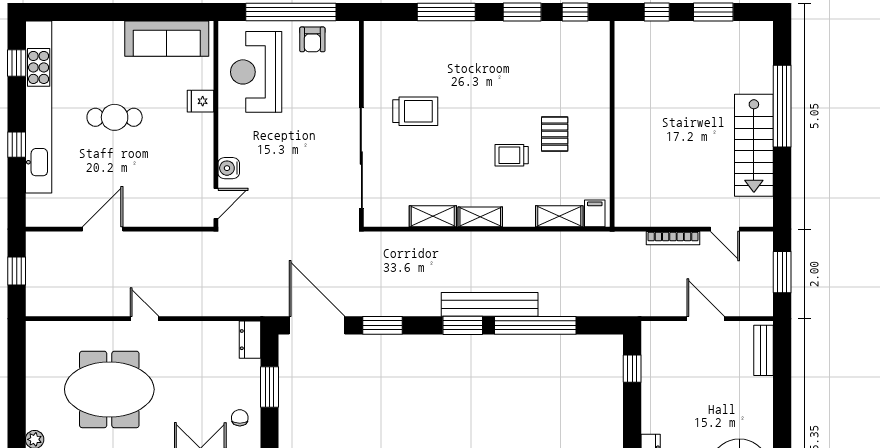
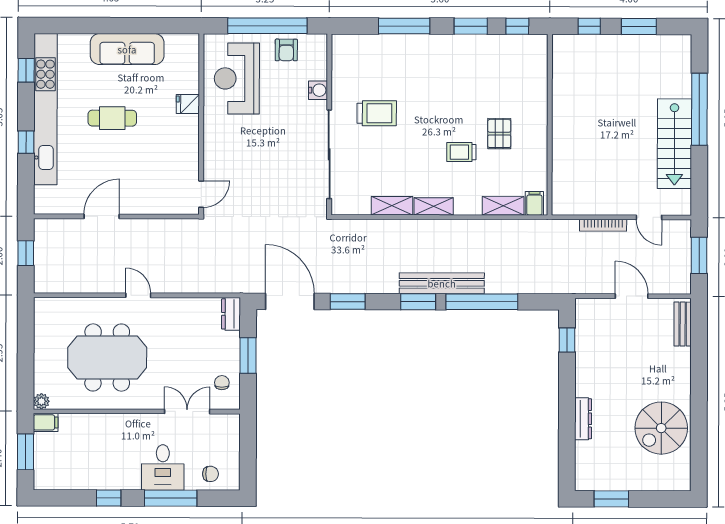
sofa: (167, 39) -> (127, 49), moved
water cooler: (229, 168) -> (318, 90), moved, turned 180

